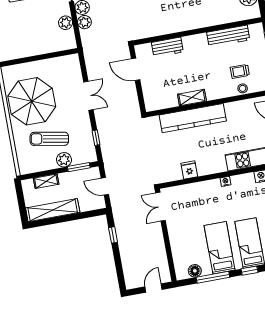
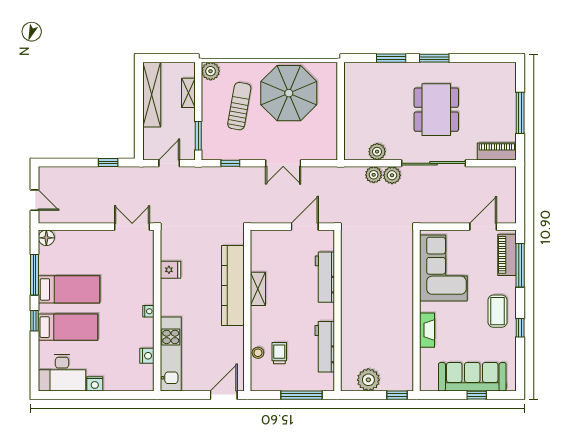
workbench: (167, 47) -> (325, 277), width x1.38
plant: (64, 160) -> (211, 71), moved
floor lamp: (195, 271) -> (46, 238), moved

